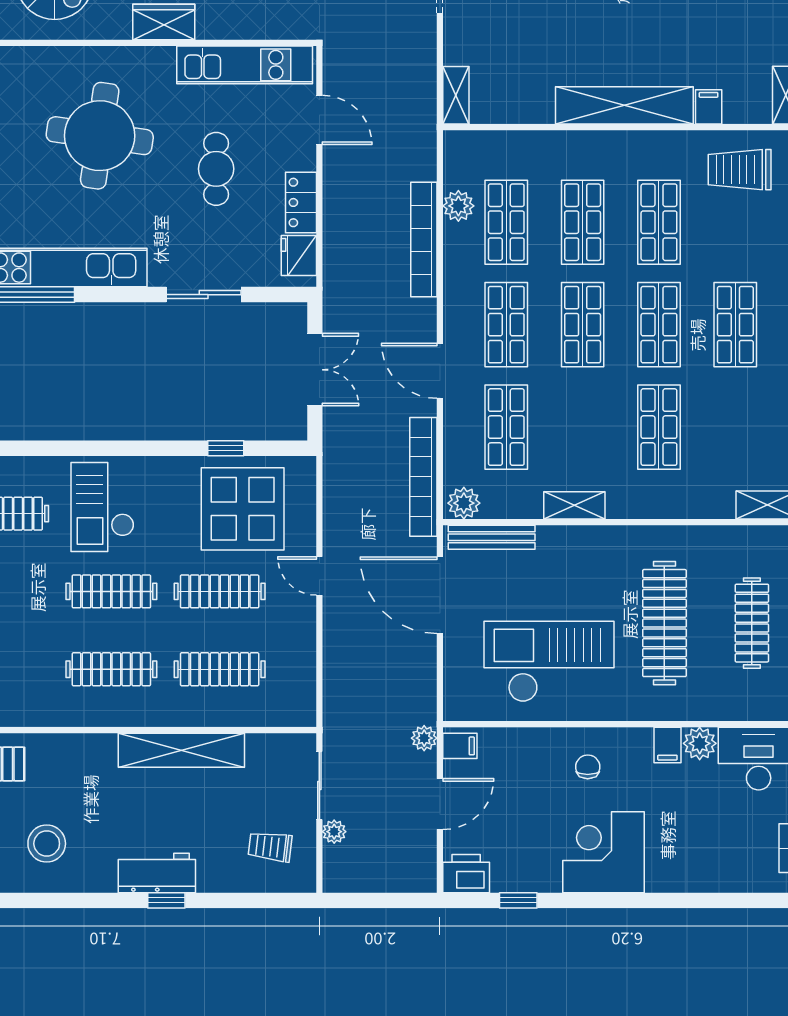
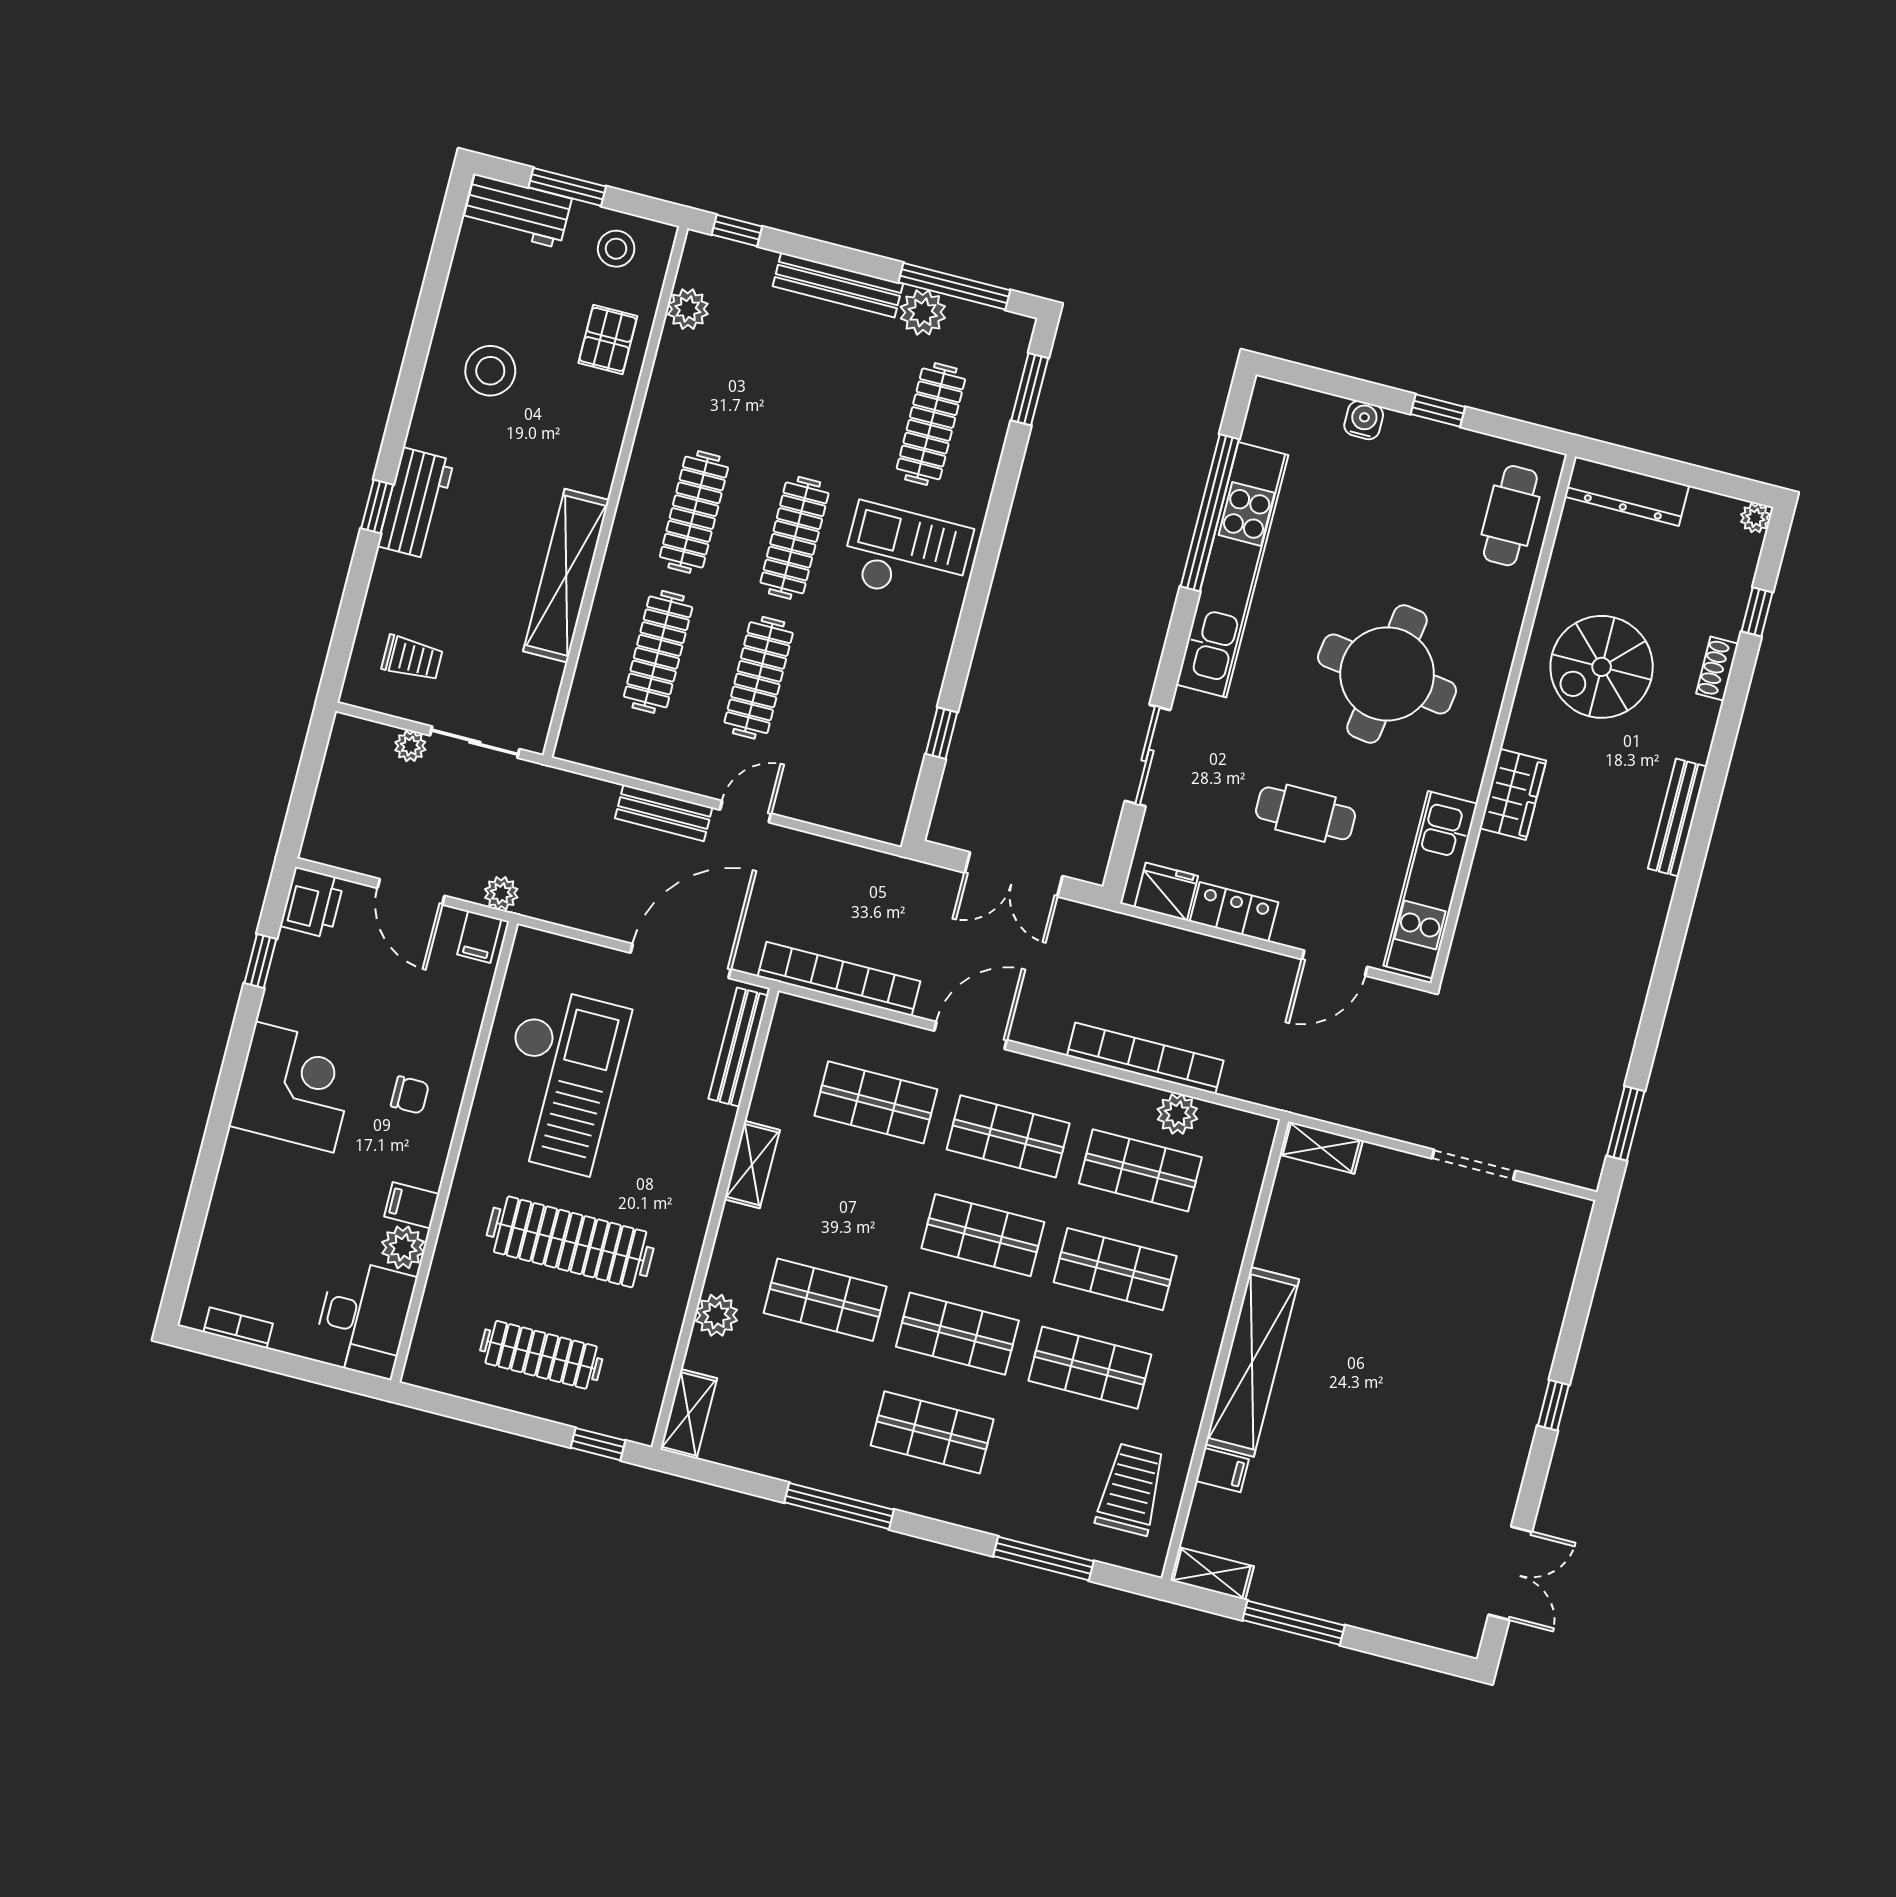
plant: (464, 503) -> (717, 1315), moved
display table: (243, 509) -> (858, 735), removed
bench: (336, 635) -> (664, 813), added
trolley: (270, 847) -> (412, 658), turned 83

